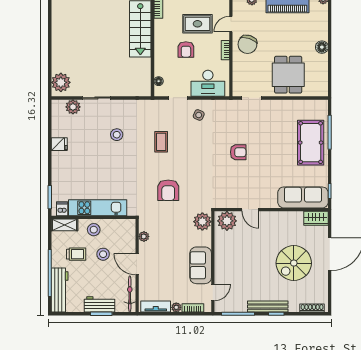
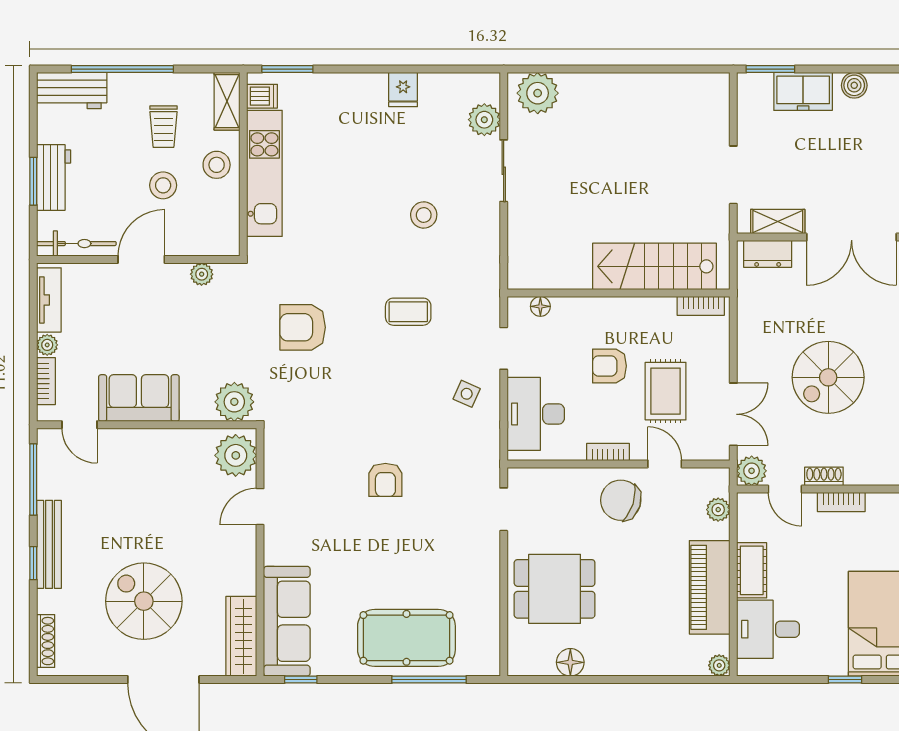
floor lamp: (322, 47) -> (570, 662), moved
wardrobe: (316, 218) -> (241, 636), width x1.50
workbench: (60, 290) -> (72, 91), width x0.73

